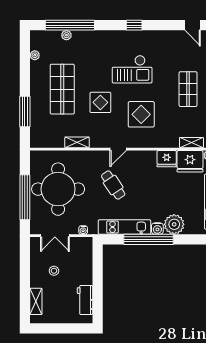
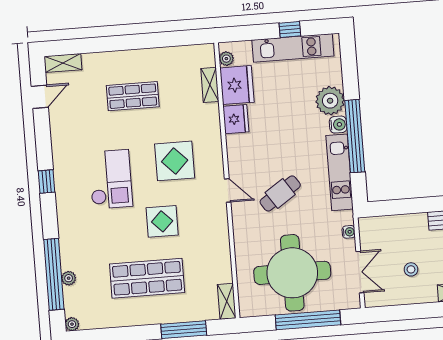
plant: (35, 55) -> (72, 324), moved
shelving: (77, 142) -> (227, 301), moved

